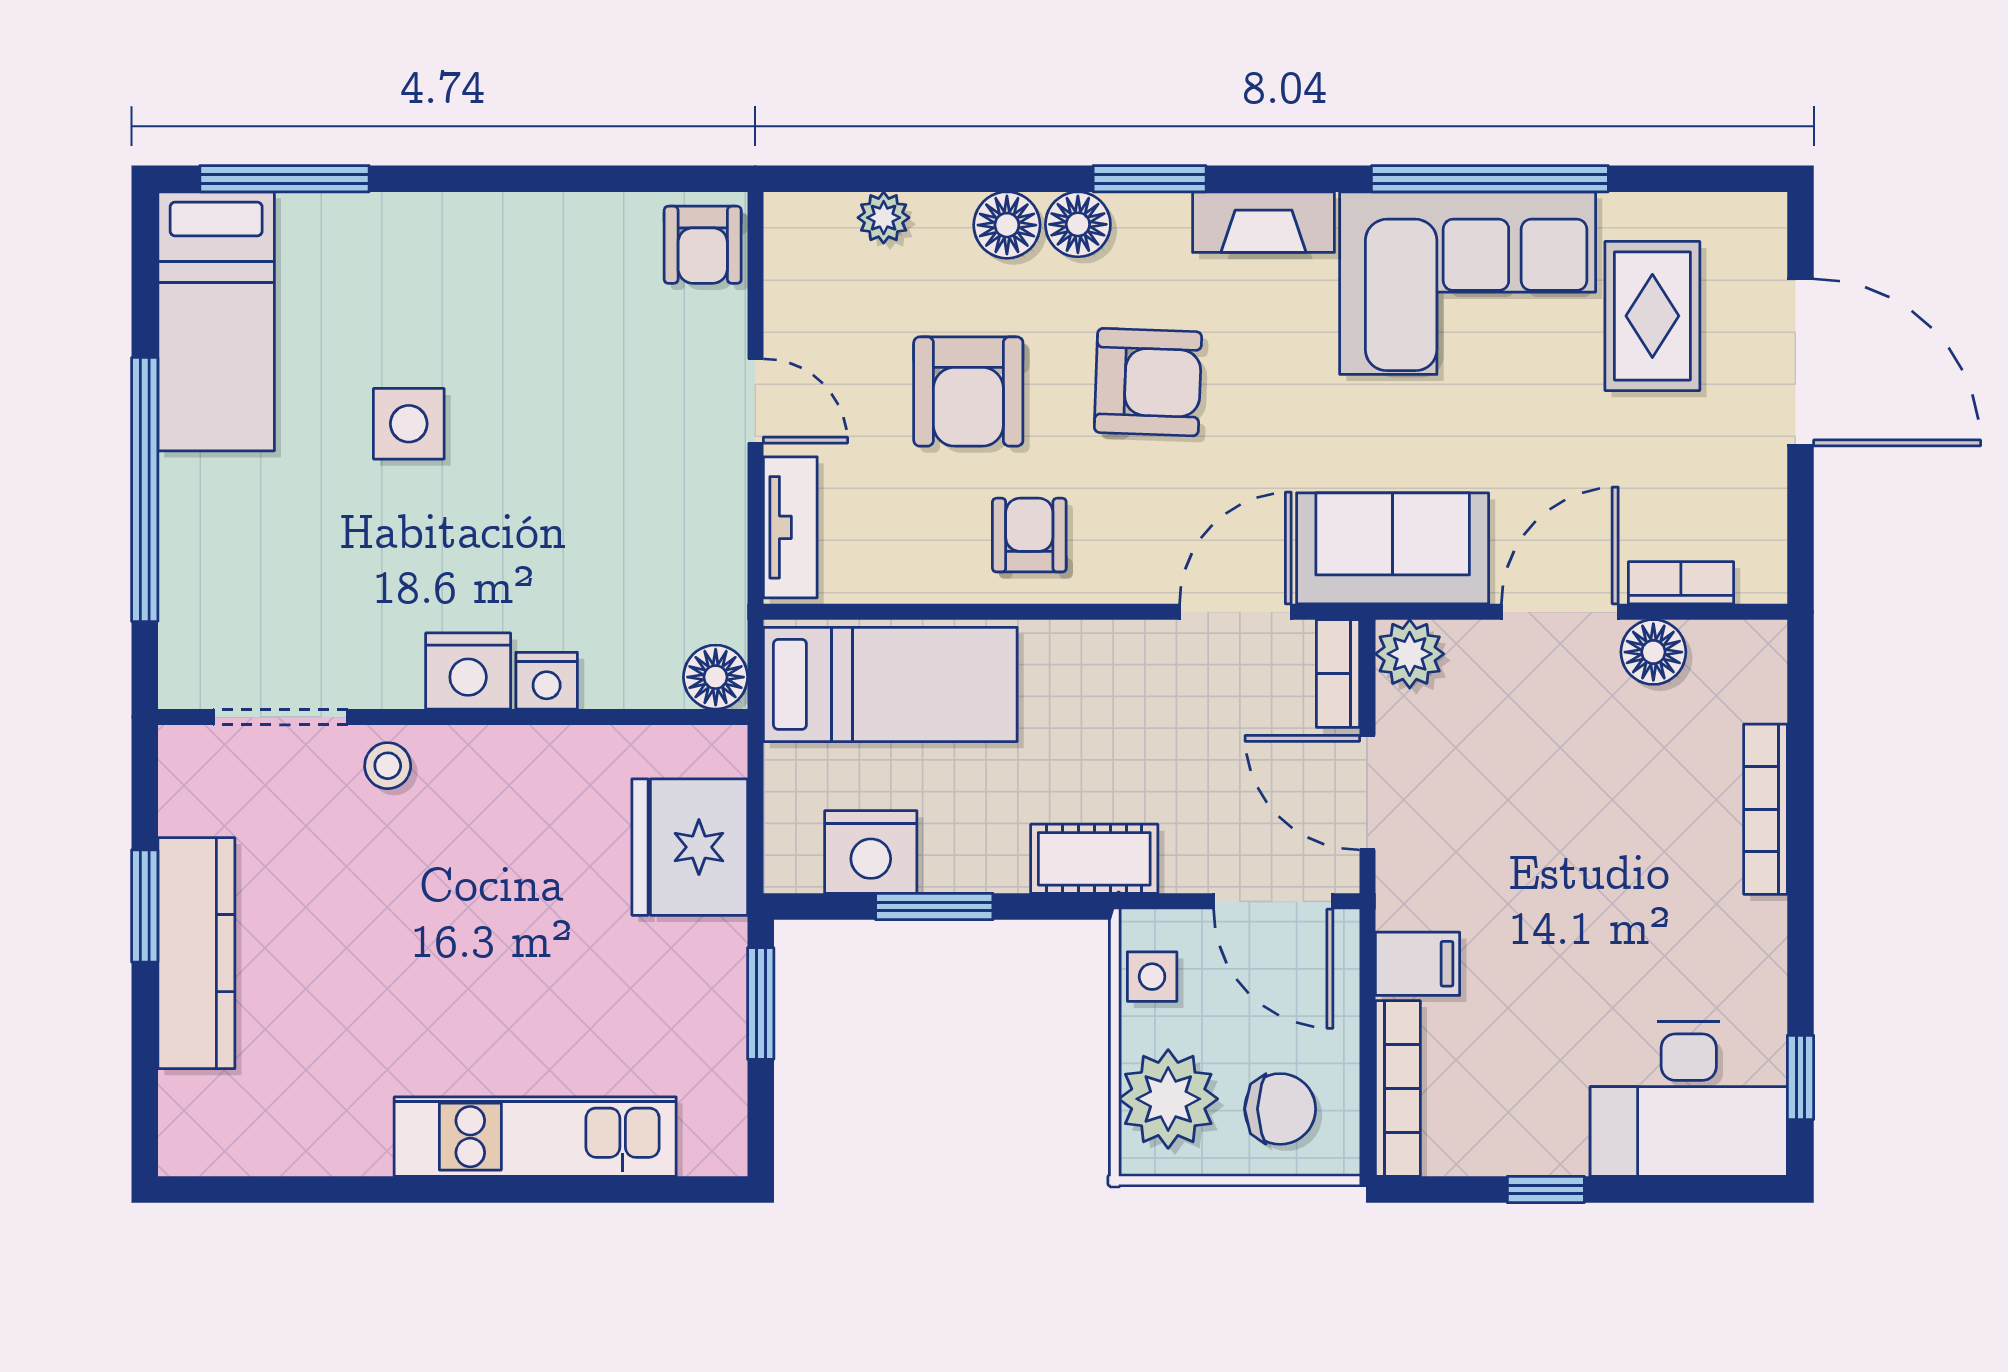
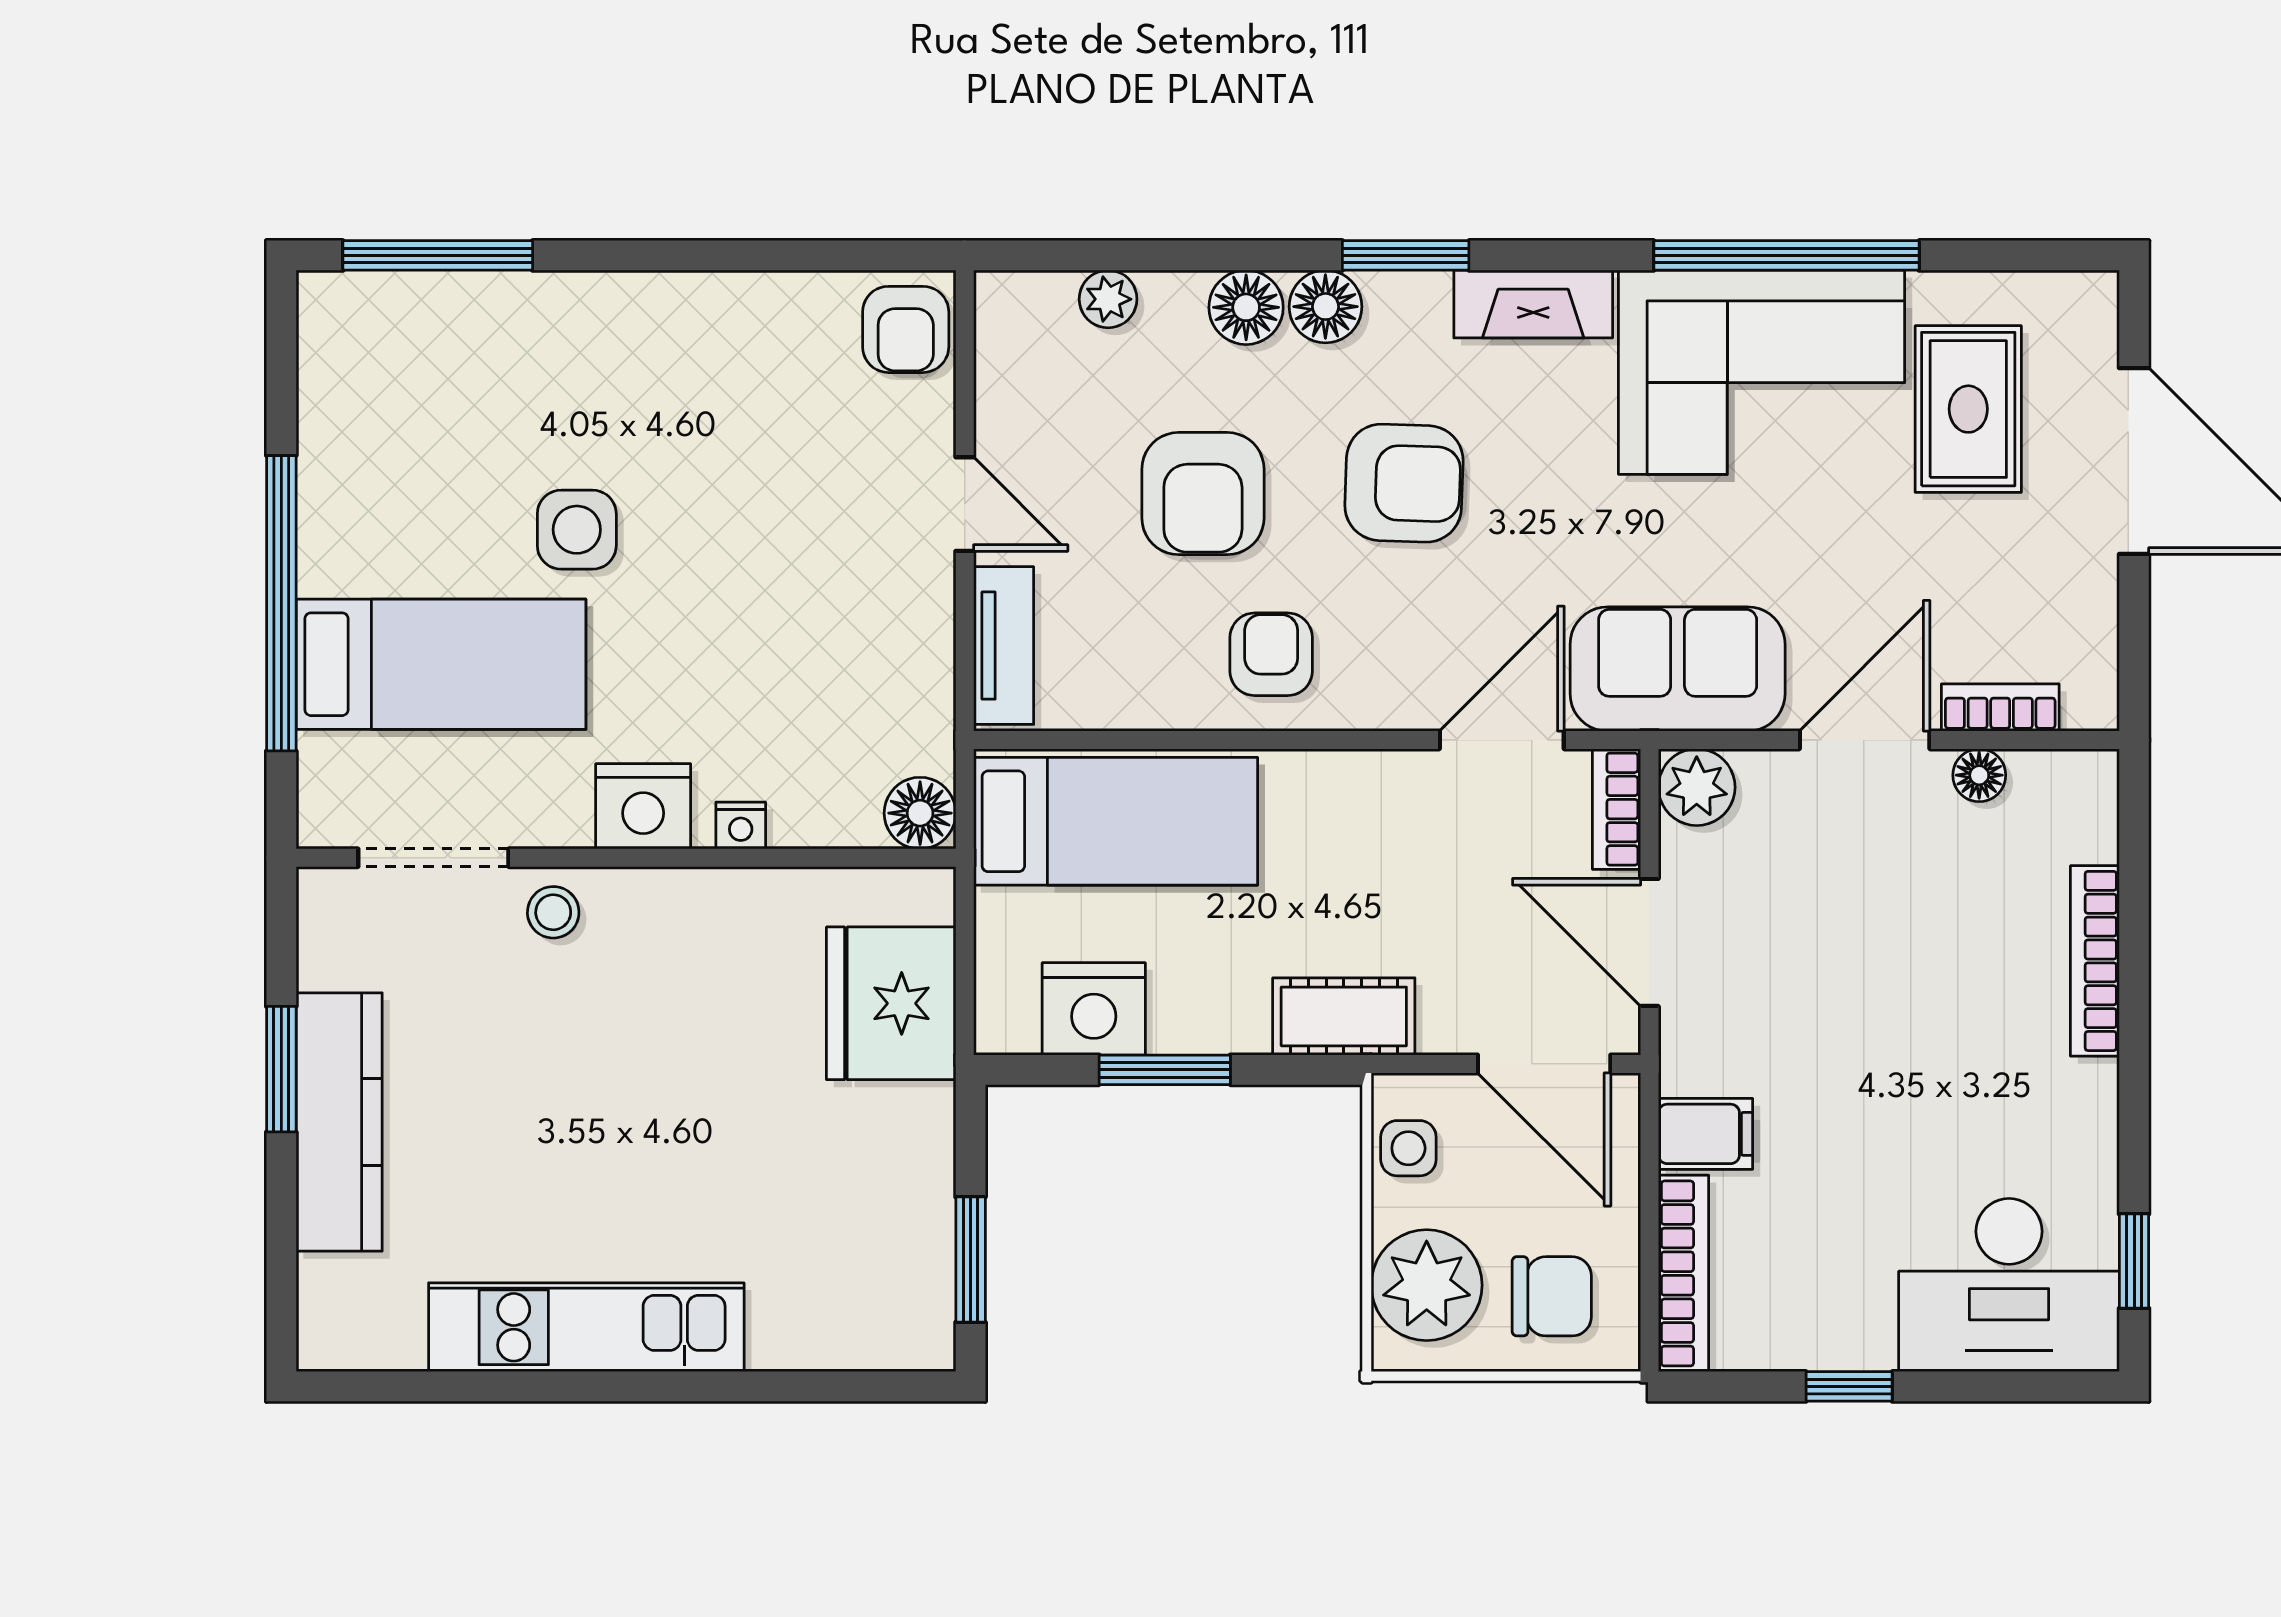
bed: (216, 321) -> (441, 664), moved, turned -90
floor lamp: (1653, 652) -> (1979, 775), width x0.73, depth x0.73
nightstand: (547, 681) -> (741, 825), width x0.72, depth x0.74
window: (761, 1003) -> (971, 1260), moved
kitchen unit: (535, 1137) -> (586, 1327), moved

